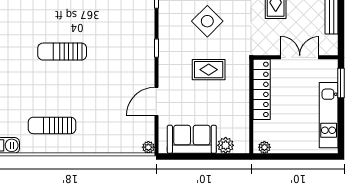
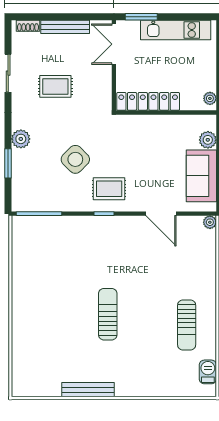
sun lounger: (62, 52) -> (108, 314), turned 180
double door: (300, 57) -> (114, 44), moved
rug: (209, 70) -> (109, 189), moved, turned 90

